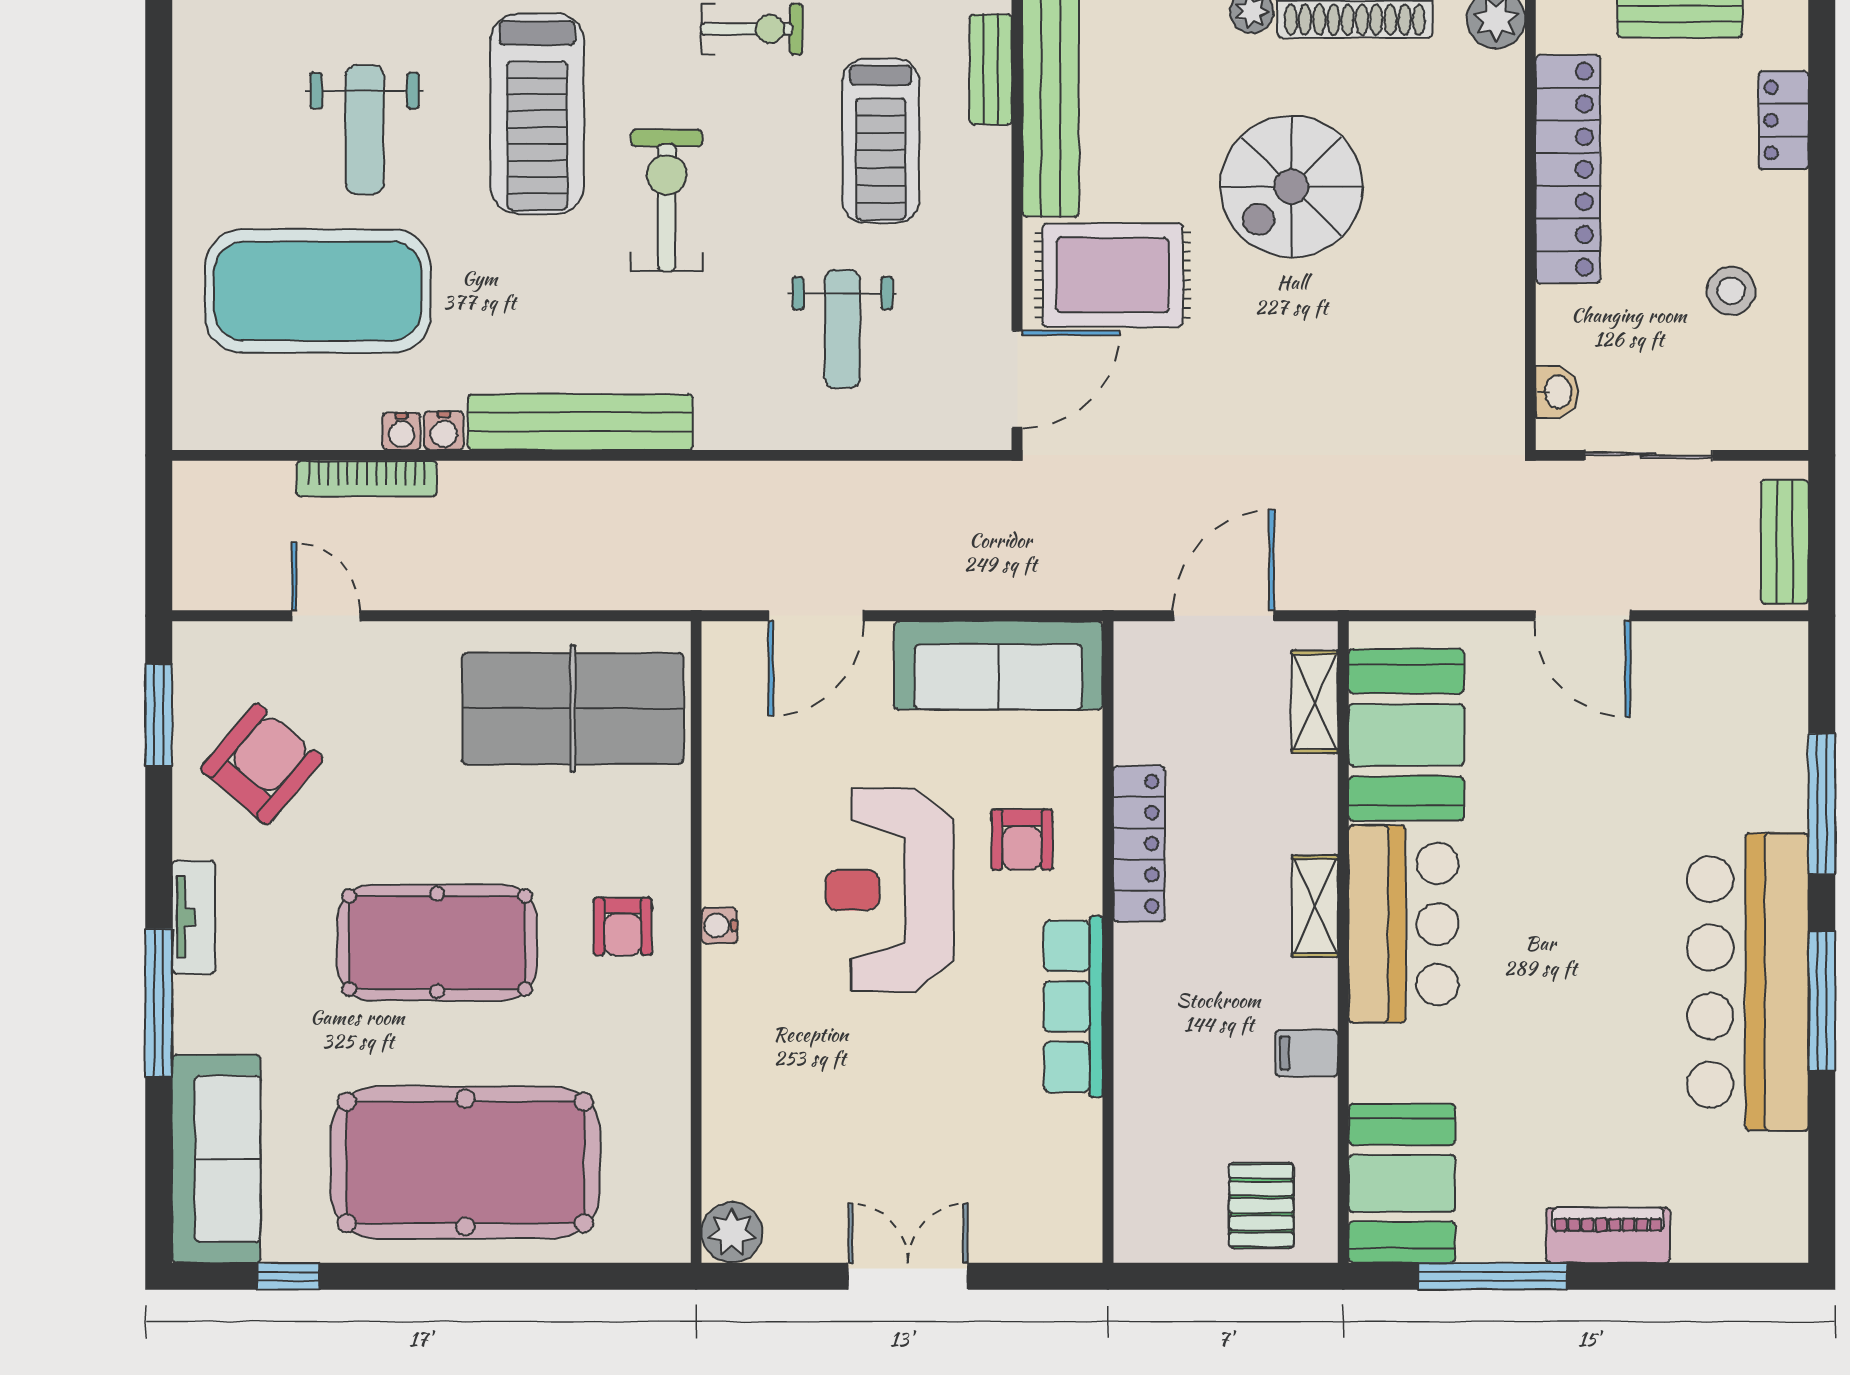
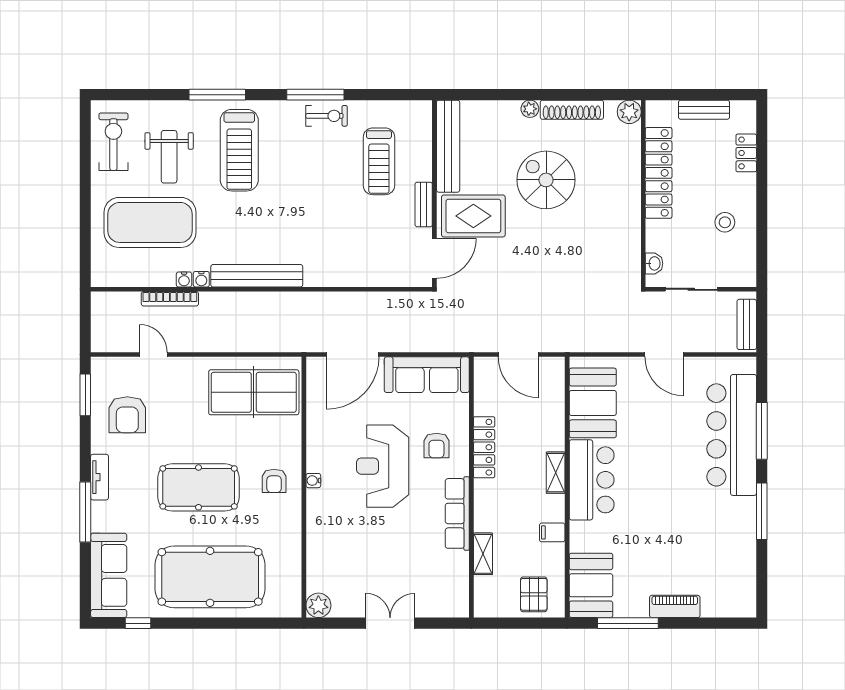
bench: (991, 69) -> (424, 204), moved
spiral stairs: (1291, 187) -> (546, 180), turned 90
exercise bike: (667, 200) -> (113, 142), moved
weight bench: (842, 329) -> (363, 238), removed
door: (816, 616) -> (353, 355), width x1.36
door: (1224, 616) -> (518, 355), swing flipped
shelving: (1315, 702) -> (483, 554), moved
armchair: (262, 764) -> (127, 415), turned 140
bar counter: (1748, 982) -> (732, 435), moved

